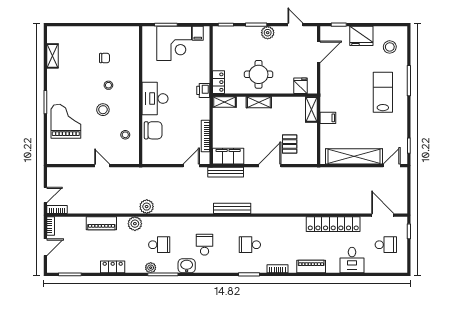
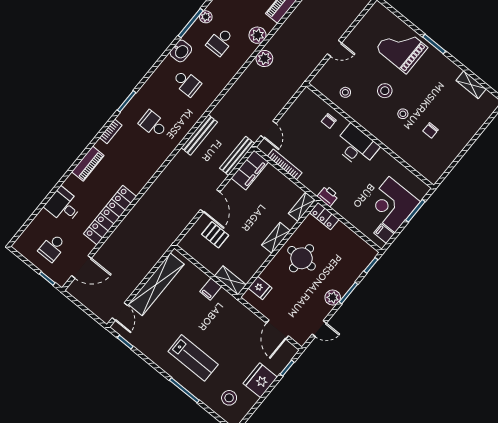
grand piano: (66, 121) -> (402, 48), turned 180
chair: (153, 130) -> (329, 121), width x0.54, depth x0.54
school desk: (250, 245) -> (153, 124), turned -90

